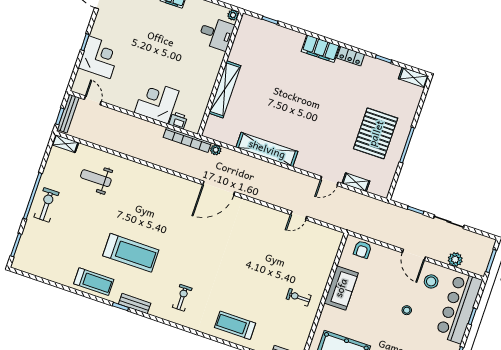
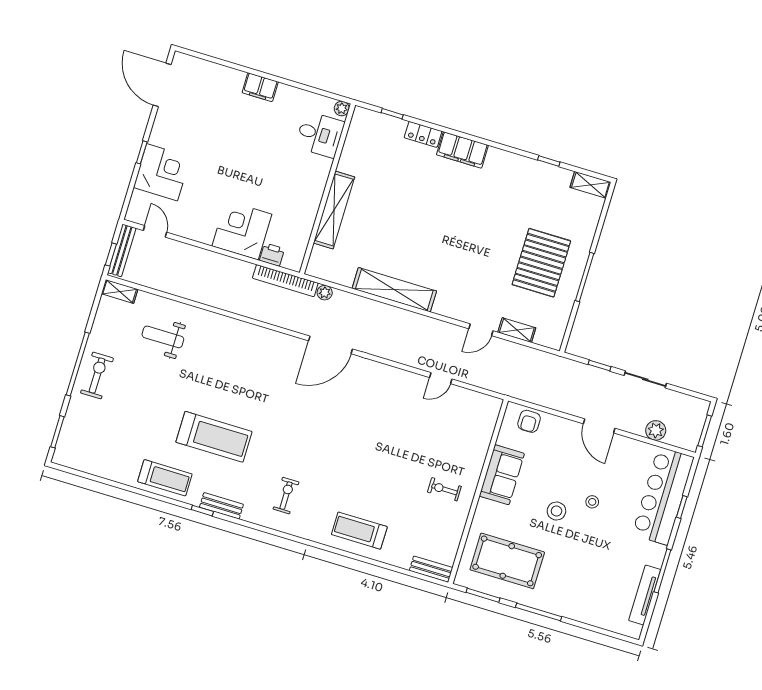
locker: (351, 56) -> (423, 134), moved
stool: (431, 281) -> (556, 511), moved

